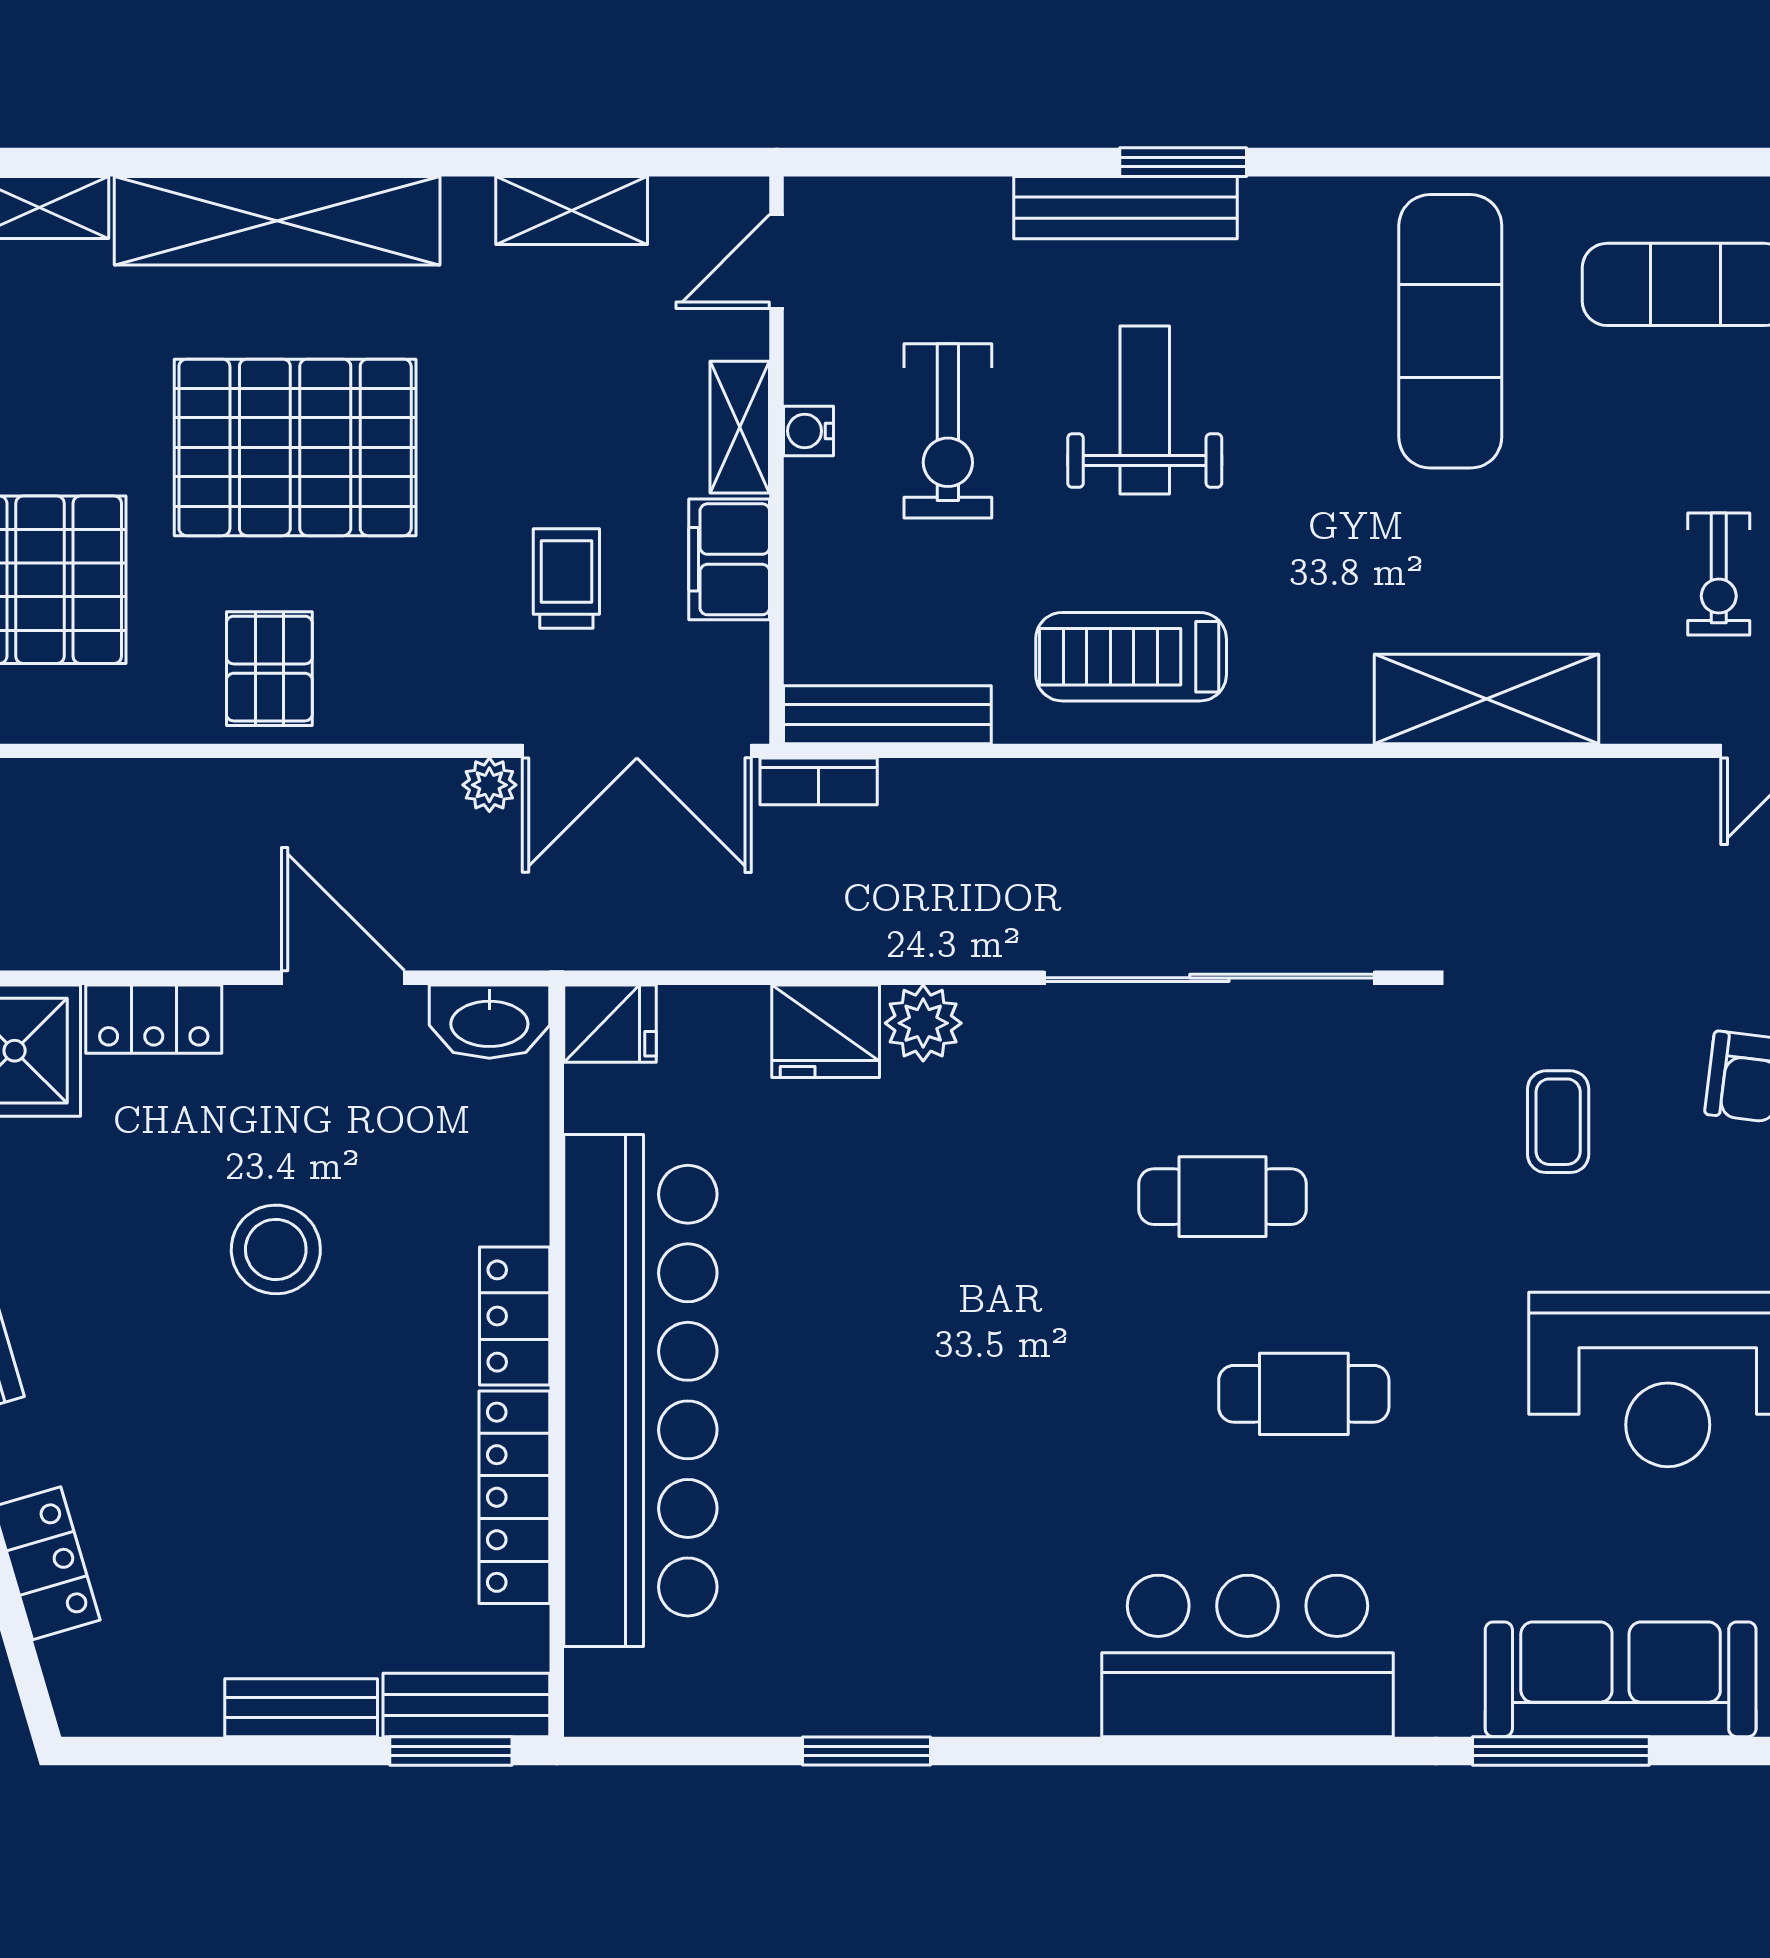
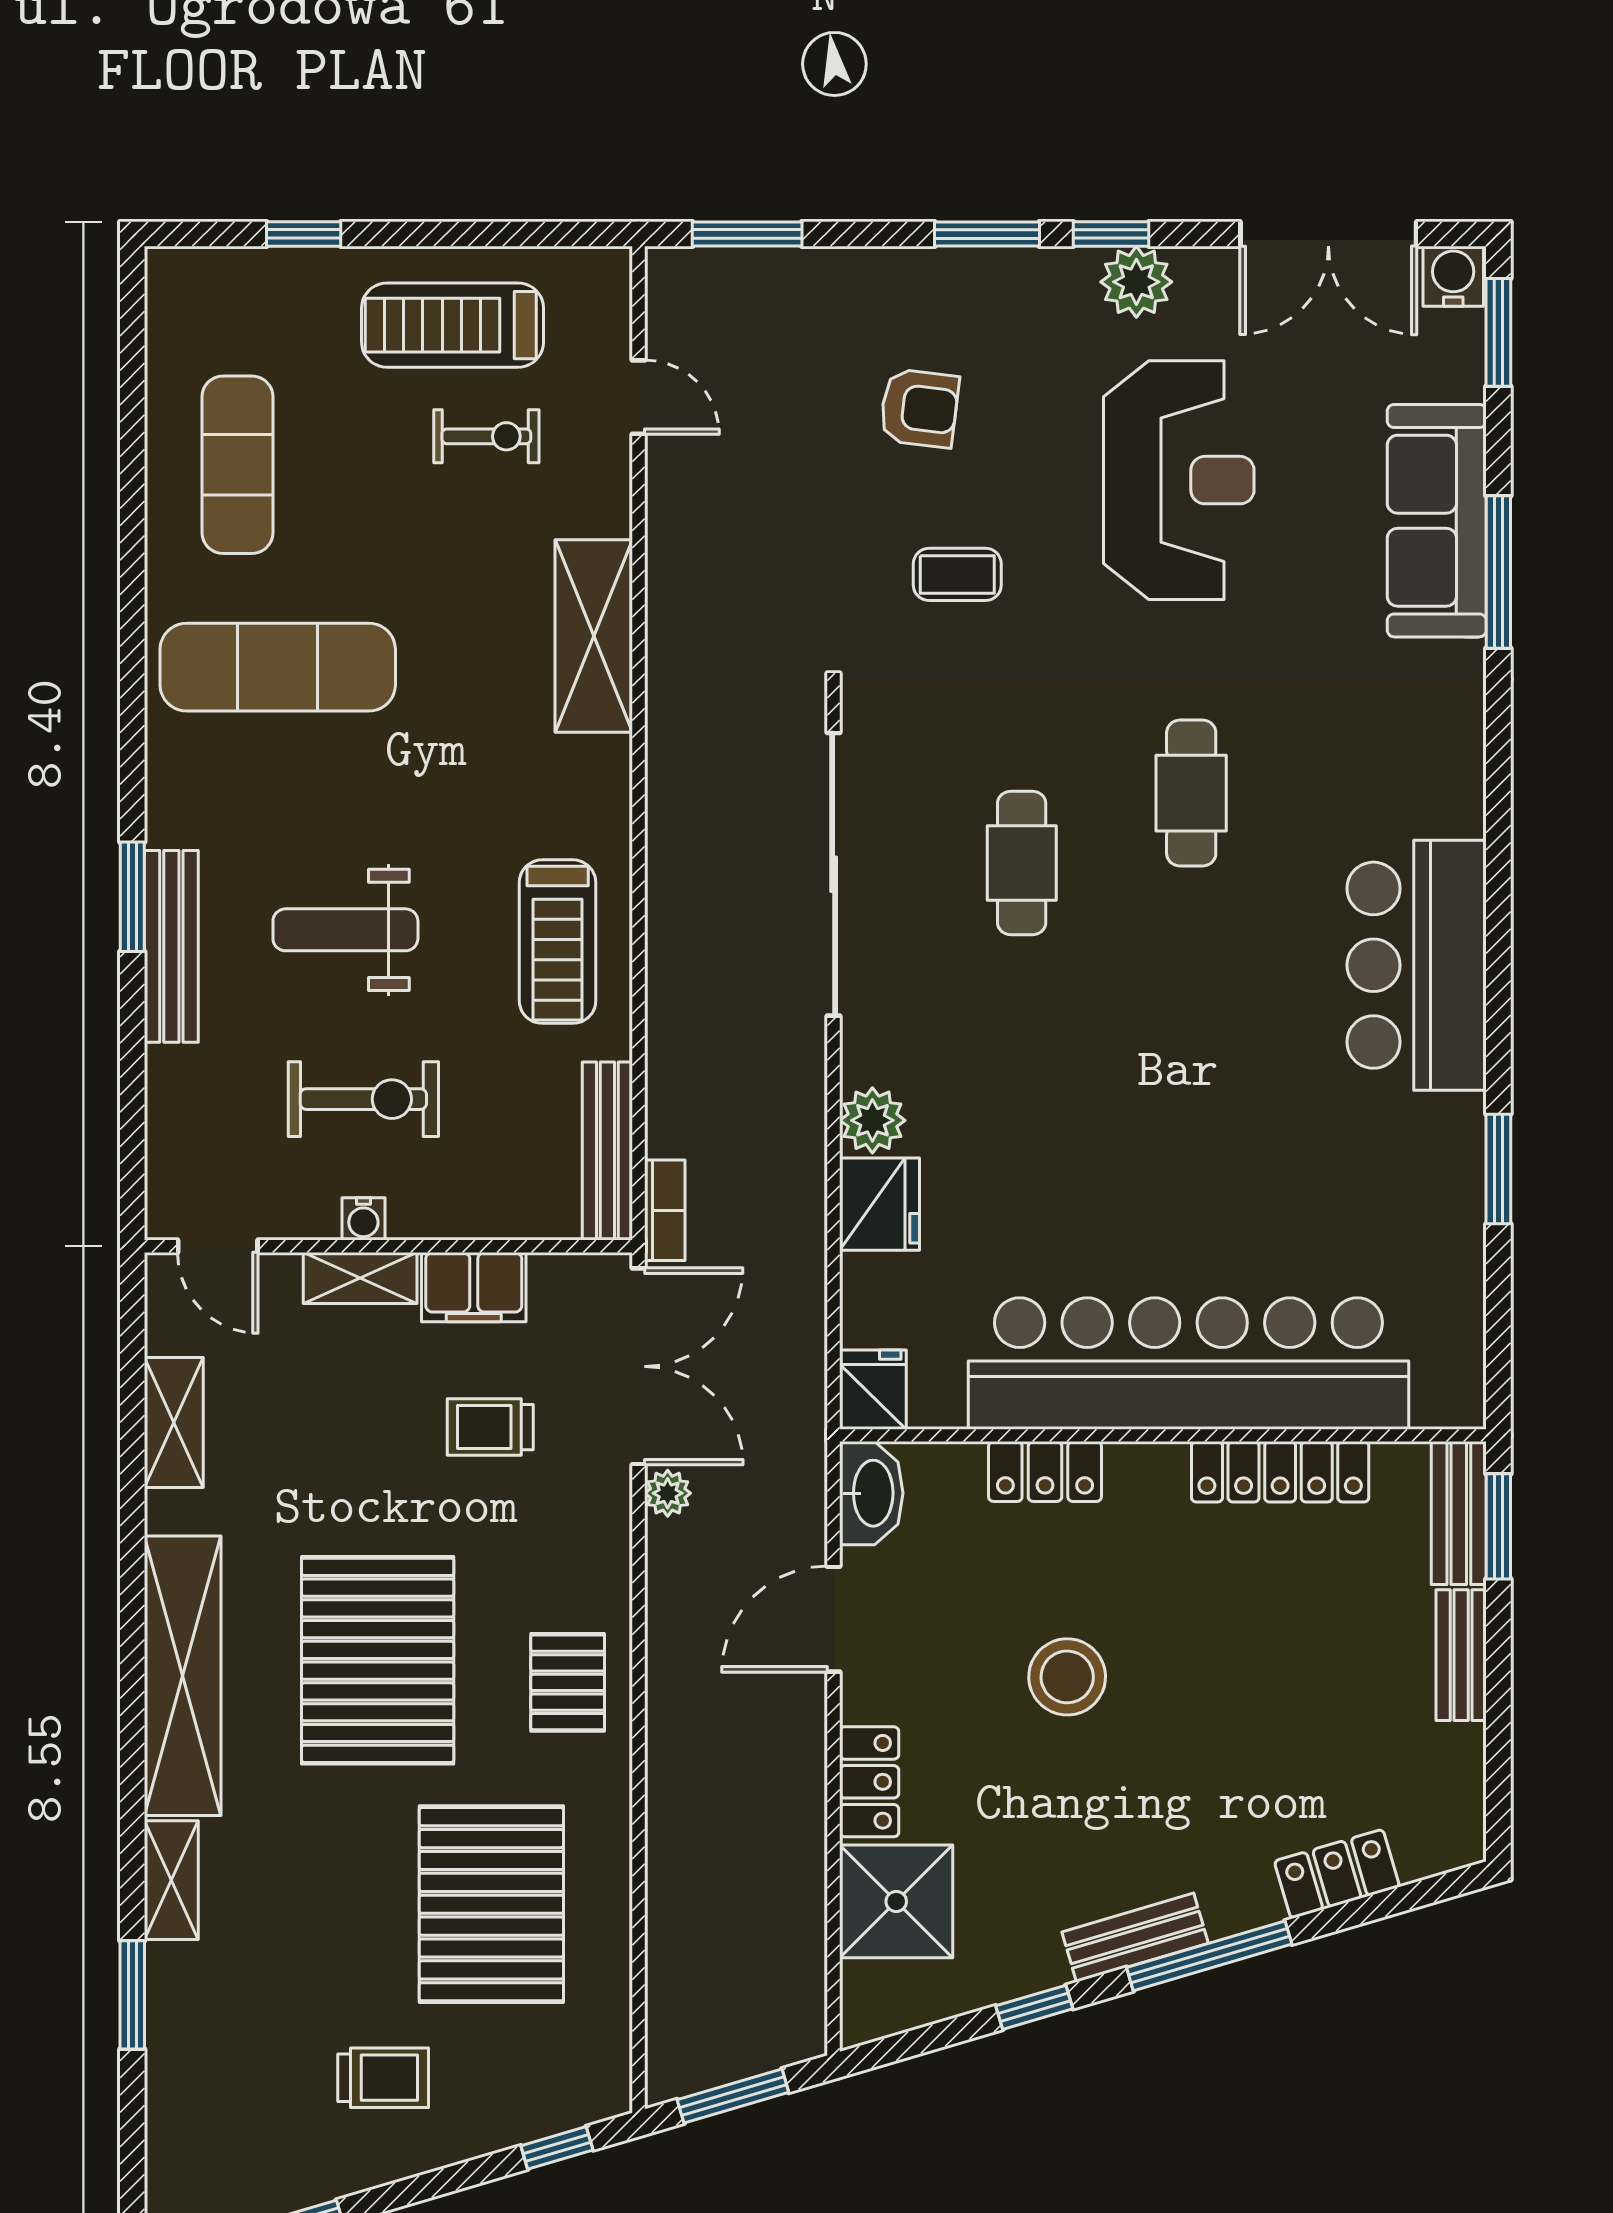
pallet: (269, 669) -> (568, 1682), turned 90
locker: (515, 1316) -> (1045, 1472), moved
bar counter: (1248, 1656) -> (1417, 965), moved

